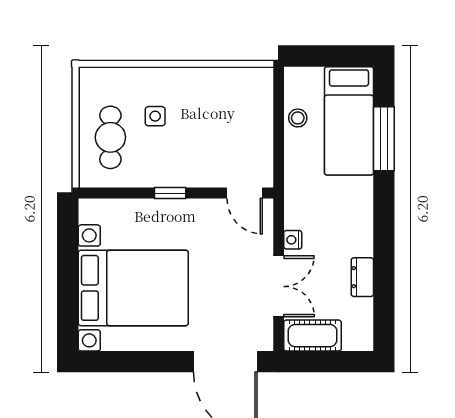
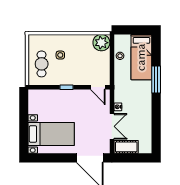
plant: (253, 87) -> (101, 43), added
window: (384, 139) -> (156, 80), moved
dresser: (362, 277) -> (147, 122), removed
bed with nightstands: (133, 288) -> (51, 134), width x0.73

